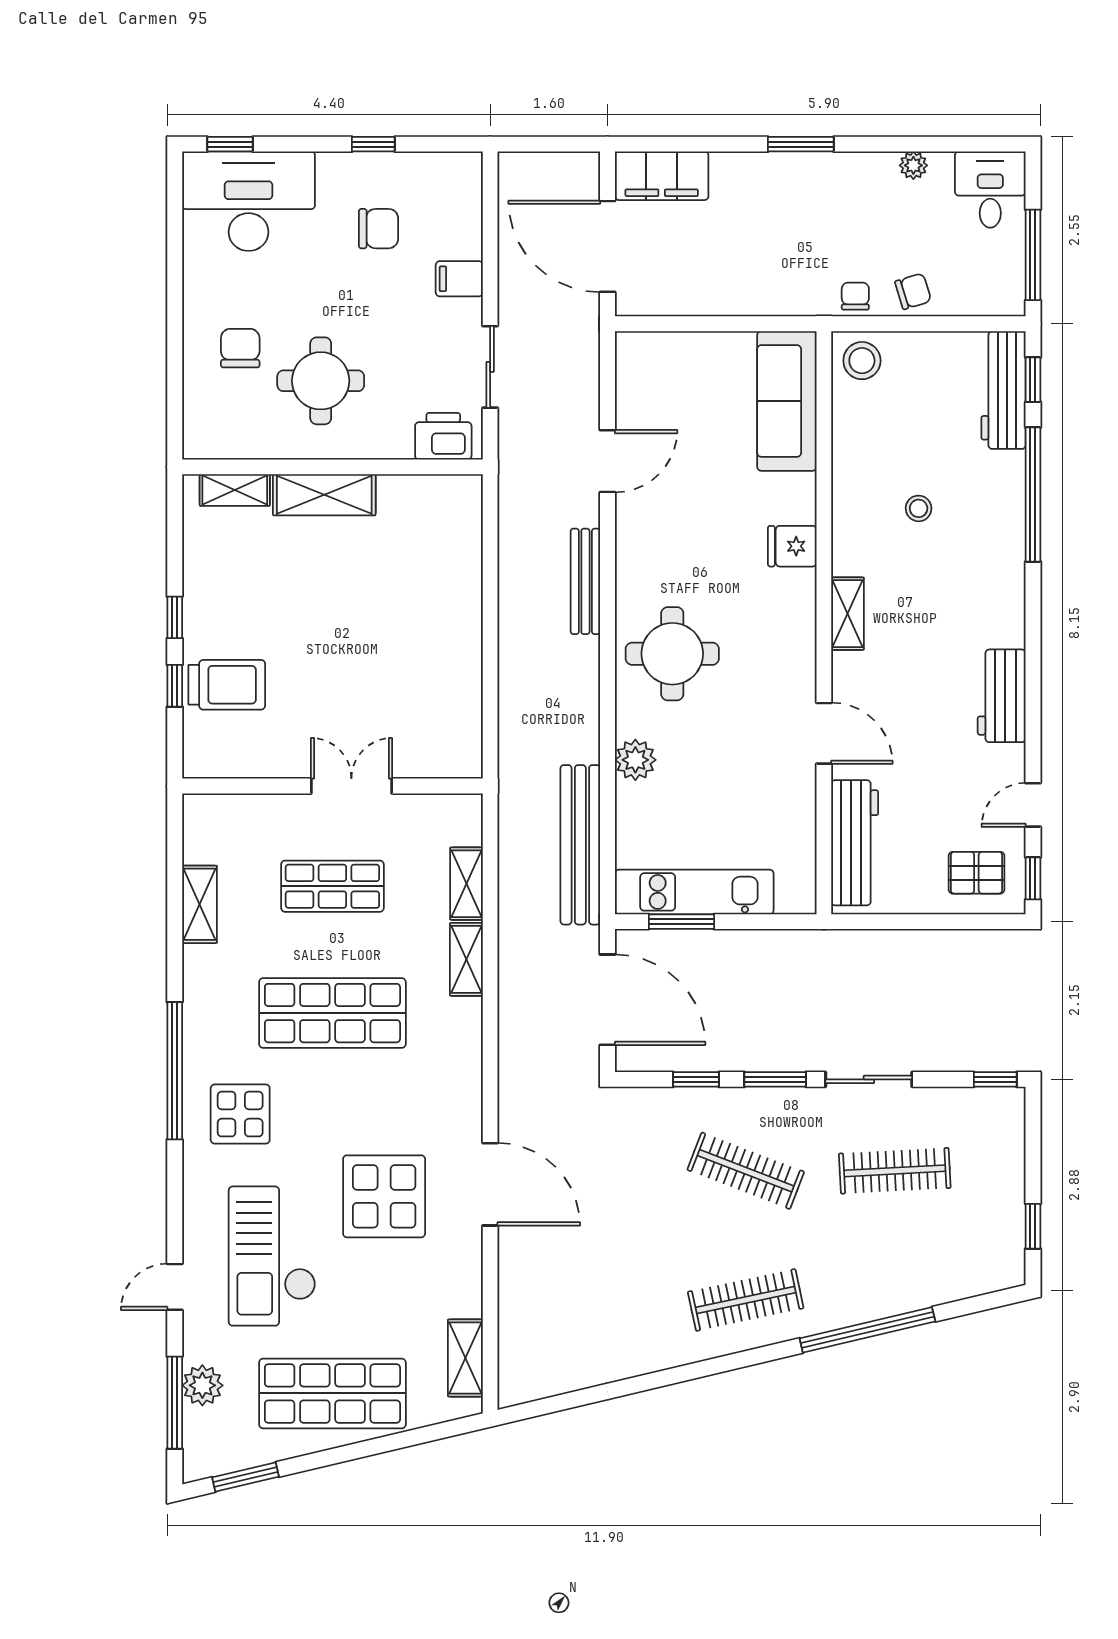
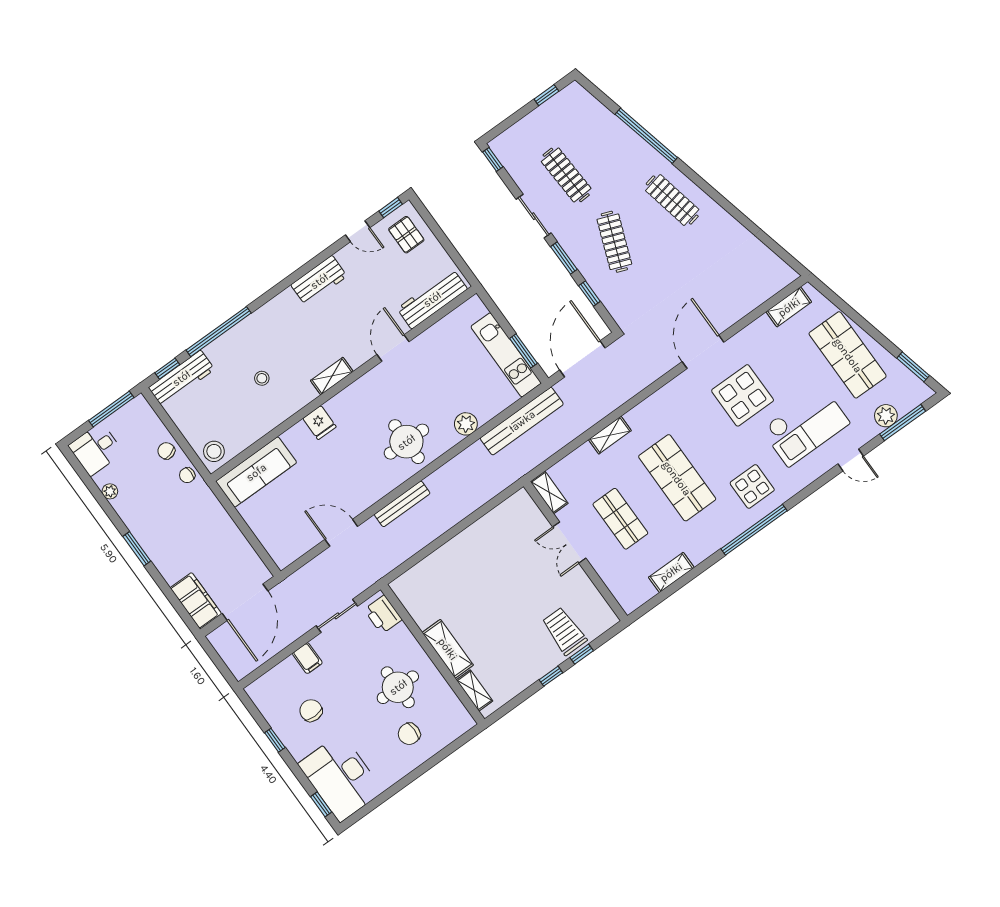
shelving: (466, 884) -> (549, 492), moved, turned 90

